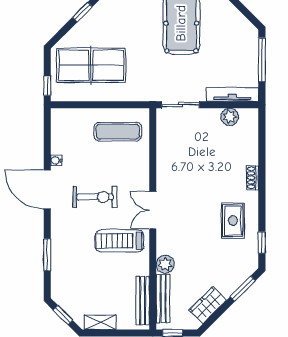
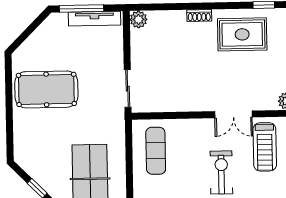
tv unit: (232, 94) -> (94, 19), moved, turned -90
plant: (230, 117) -> (138, 19), moved
rug: (233, 220) -> (242, 34), width x1.36, depth x1.43

